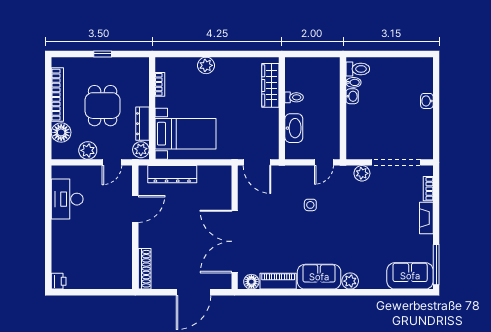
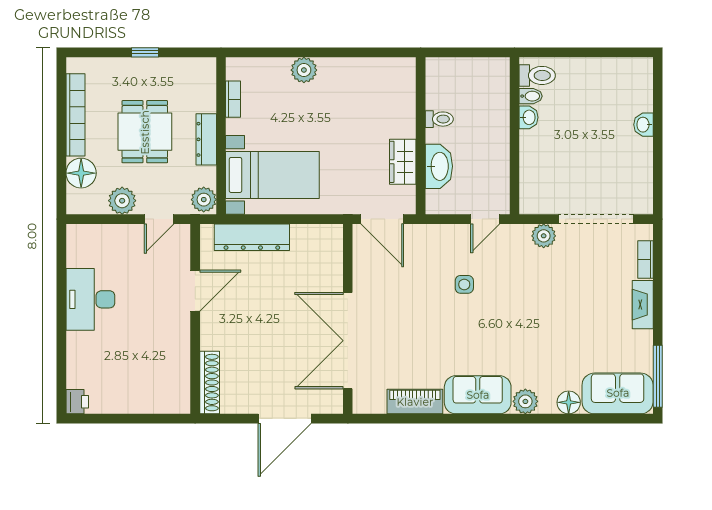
wardrobe: (270, 85) -> (403, 162), moved, width x0.67
dresser: (143, 124) -> (206, 139), moved
desk: (67, 199) -> (90, 299), moved
floor lamp: (251, 282) -> (569, 402), moved

